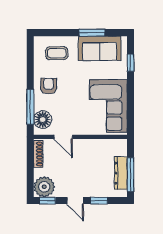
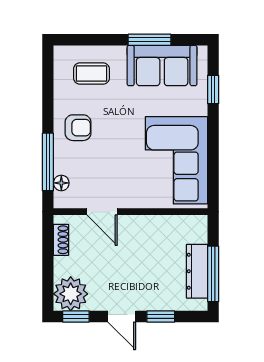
armchair: (49, 86) -> (78, 128), turned 90
floor lamp: (43, 120) -> (61, 183), width x0.53, depth x0.53
shoe rack: (38, 154) -> (61, 240), width x0.70

